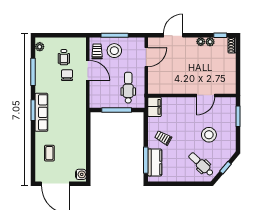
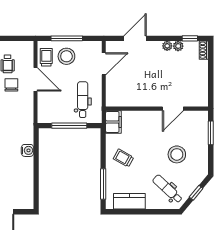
kitchen counter: (155, 162) -> (129, 201), moved, turned -90
water cooler: (81, 174) -> (28, 150), moved

